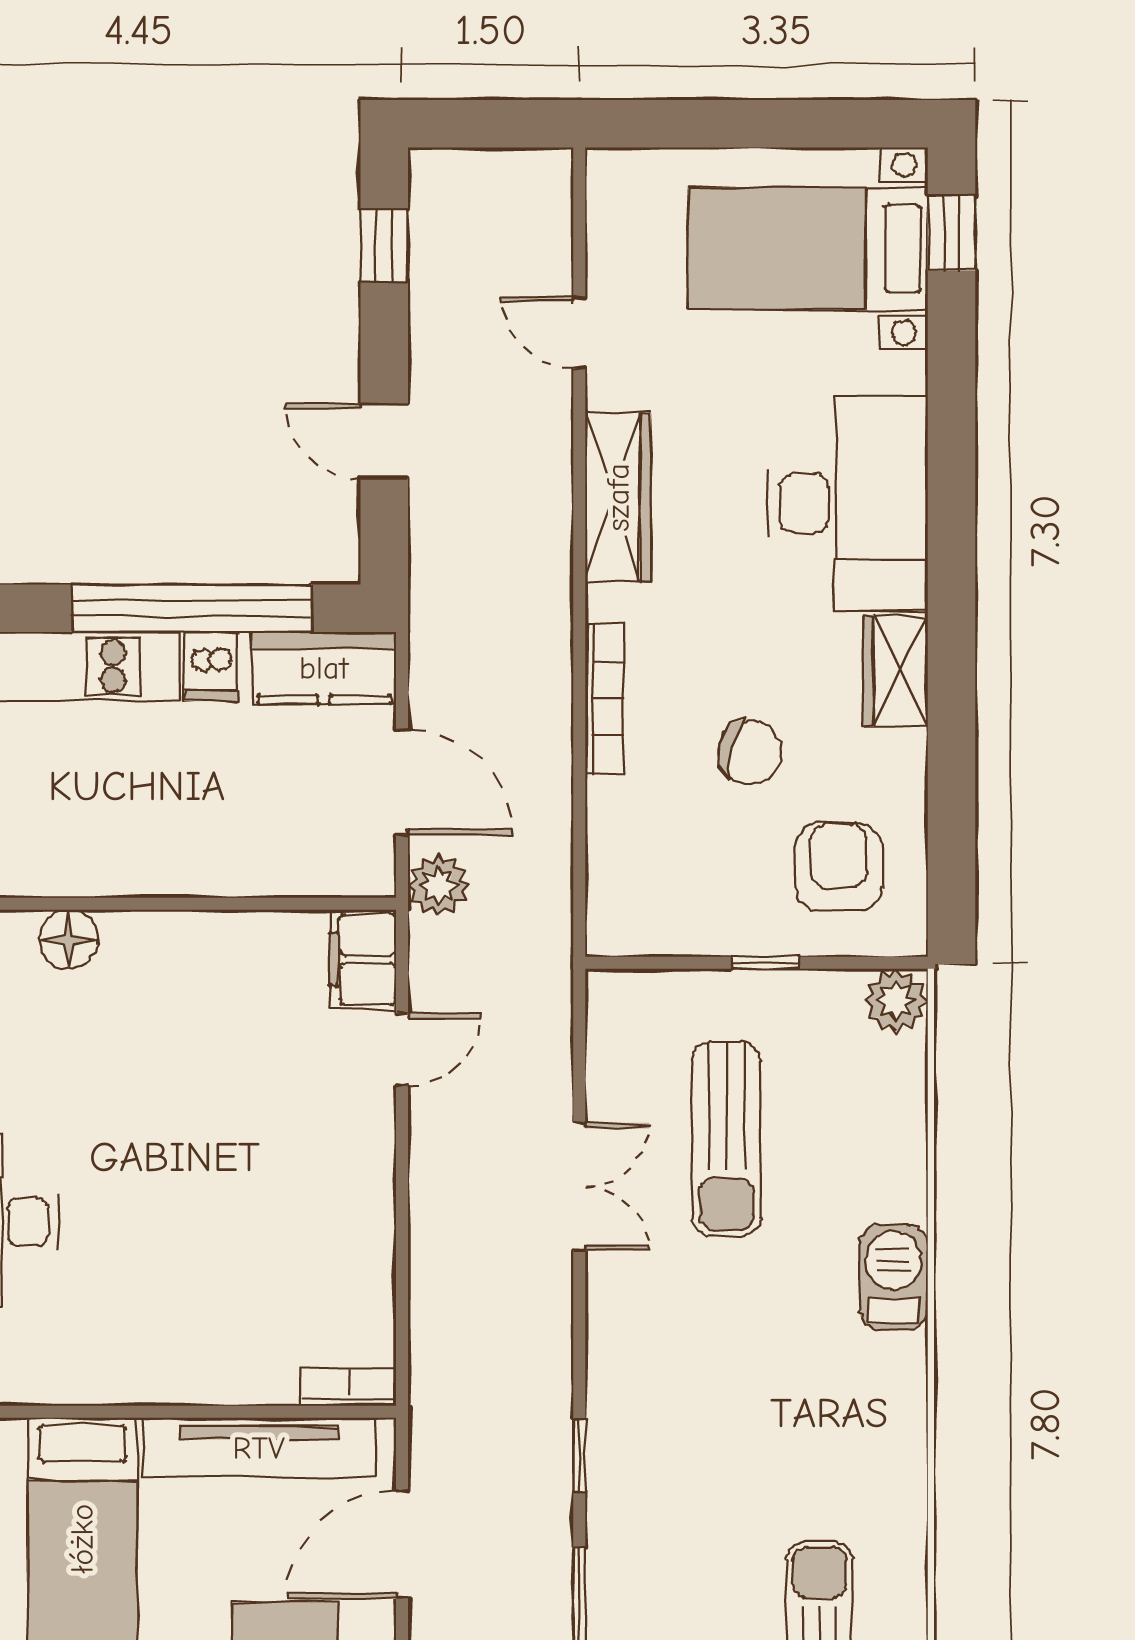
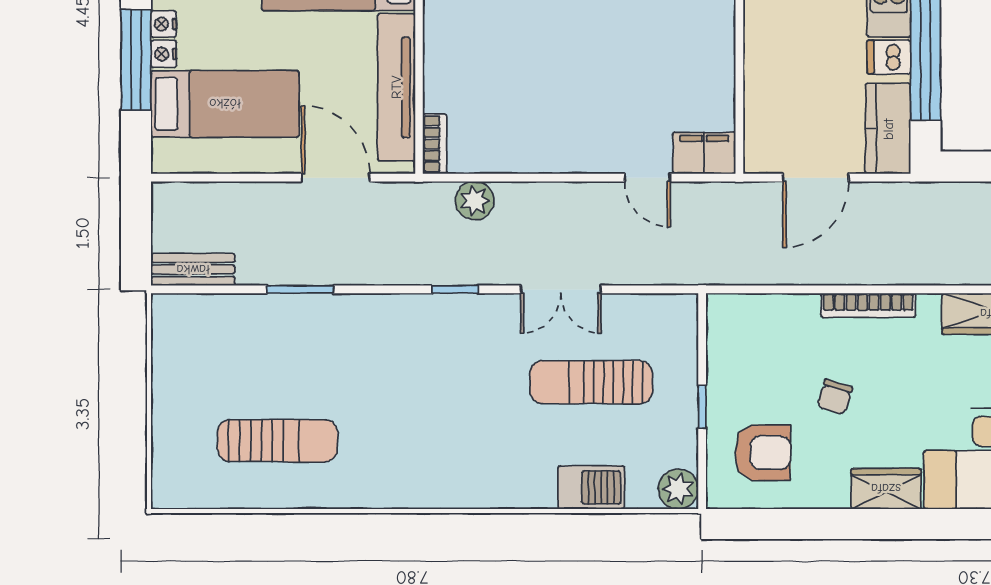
chair: (750, 752) -> (835, 397), width x0.73, depth x0.73
plant: (438, 885) -> (475, 201), moved
barbecue: (894, 1277) -> (591, 487), moved
window: (579, 1455) -> (455, 289), moved

